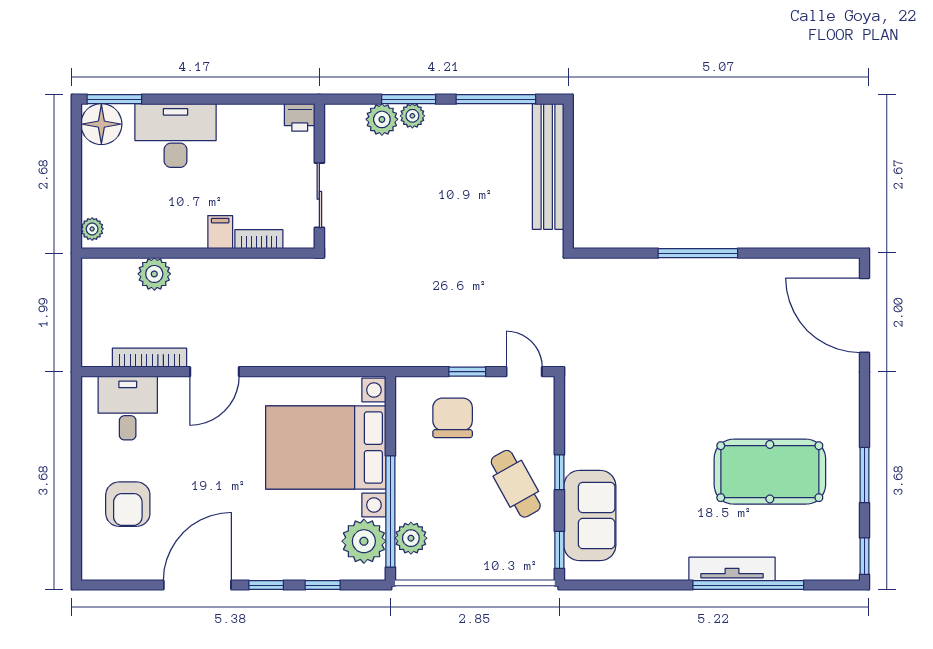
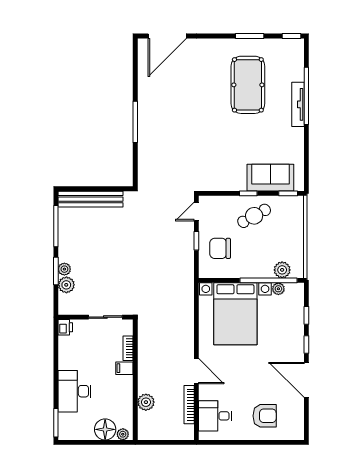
floor lamp: (101, 124) -> (105, 429), moved
plant: (364, 541) -> (278, 289), width x0.53, depth x0.53

